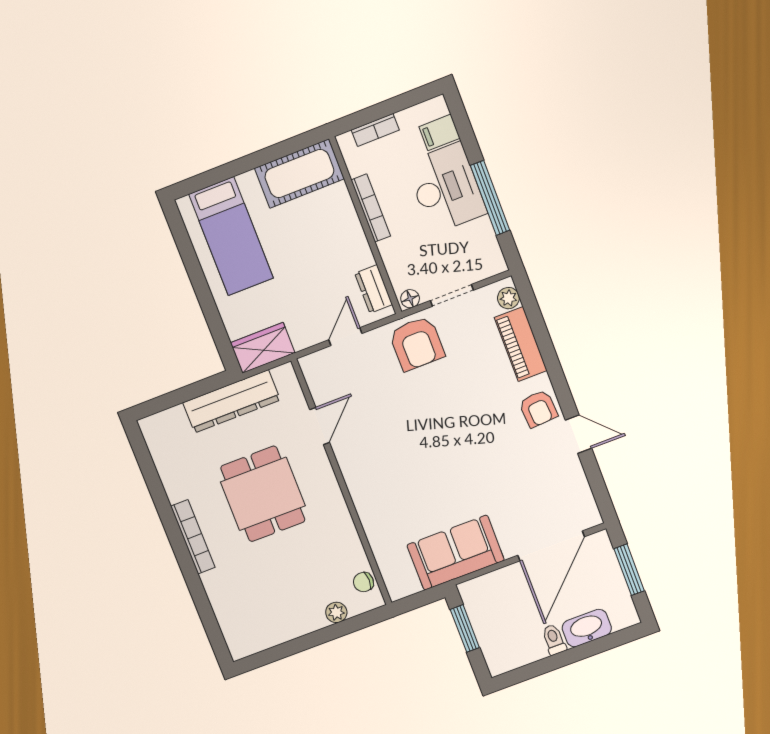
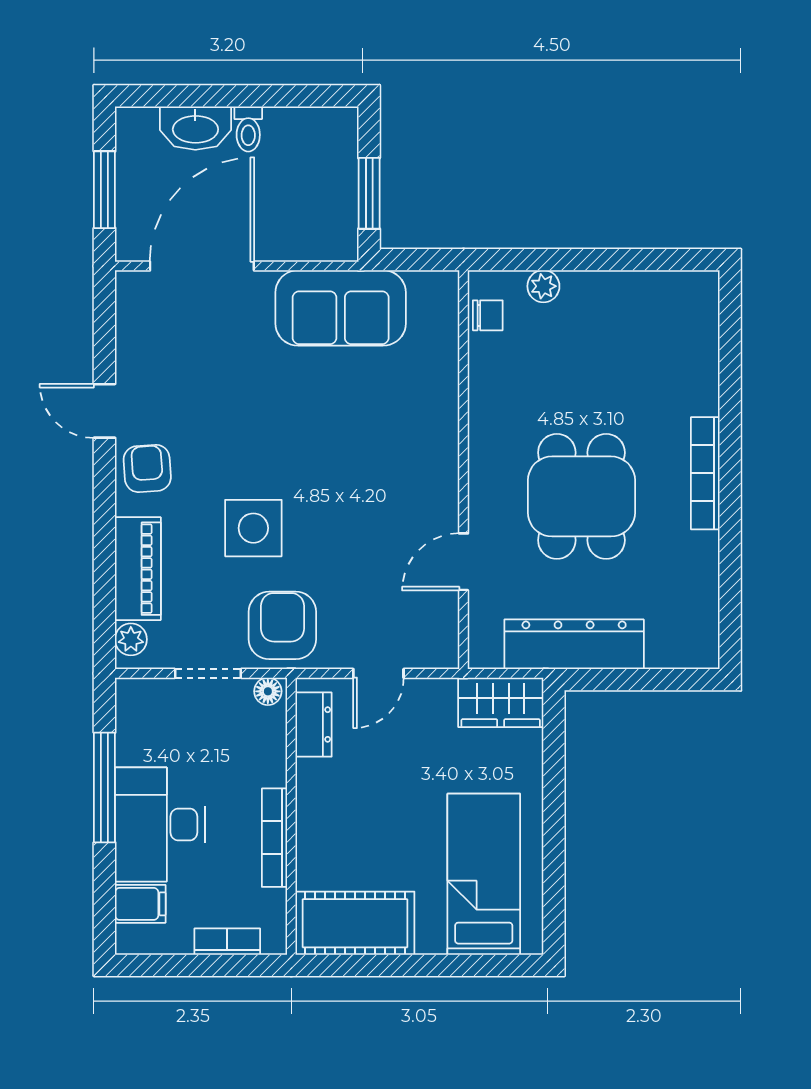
side table: (458, 397) -> (253, 528), added

